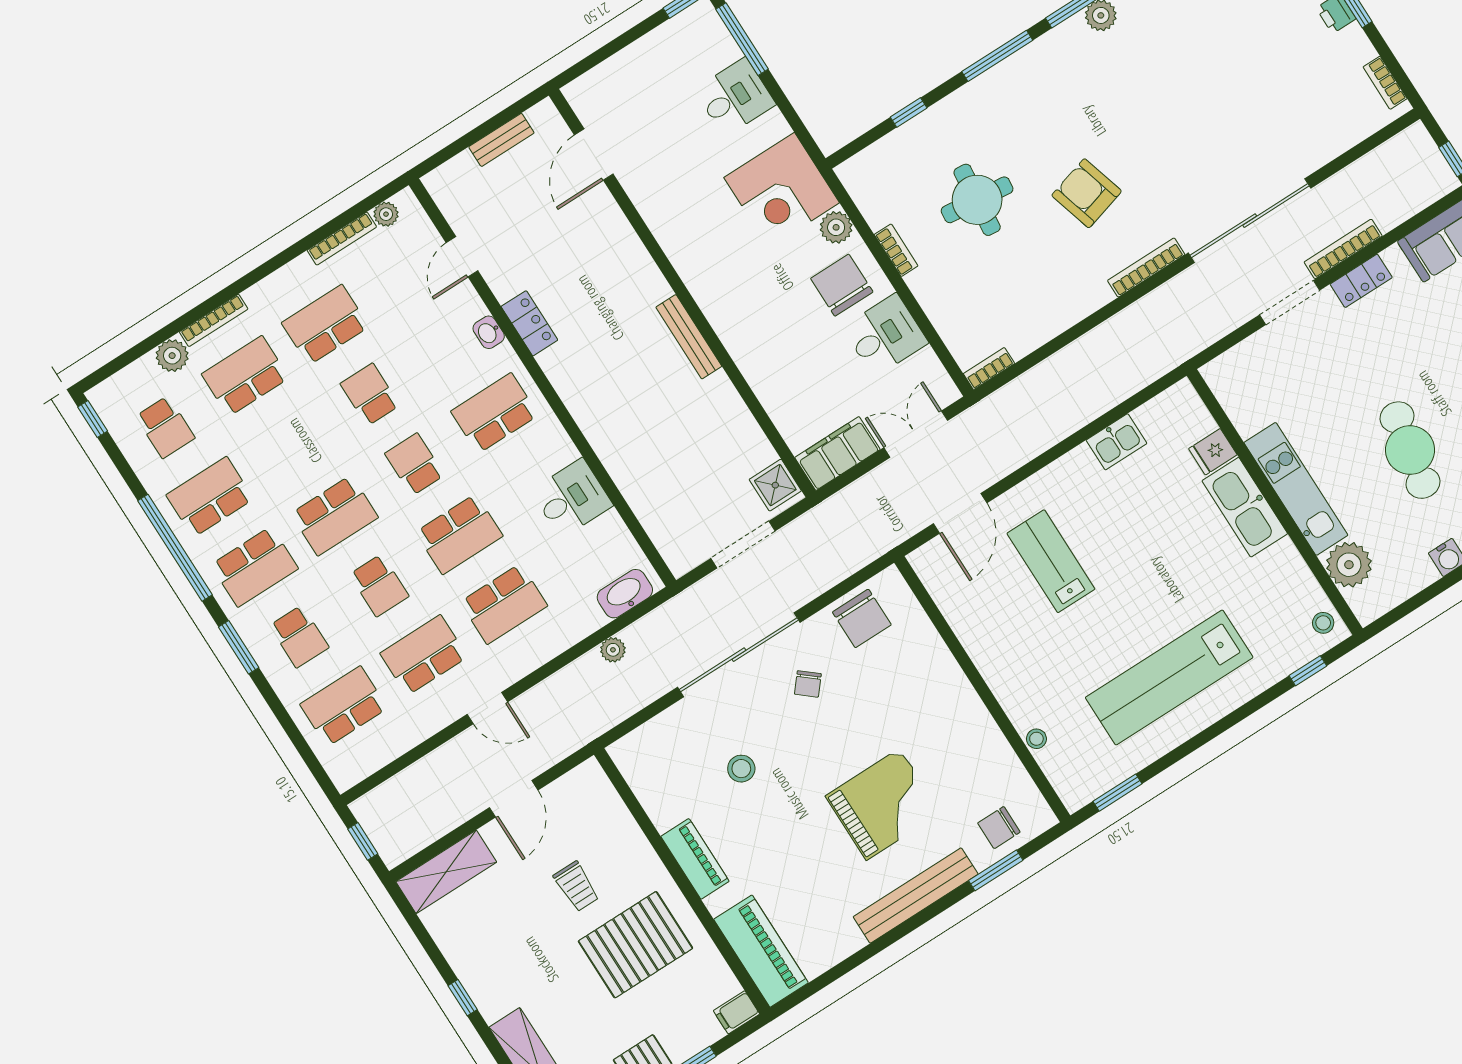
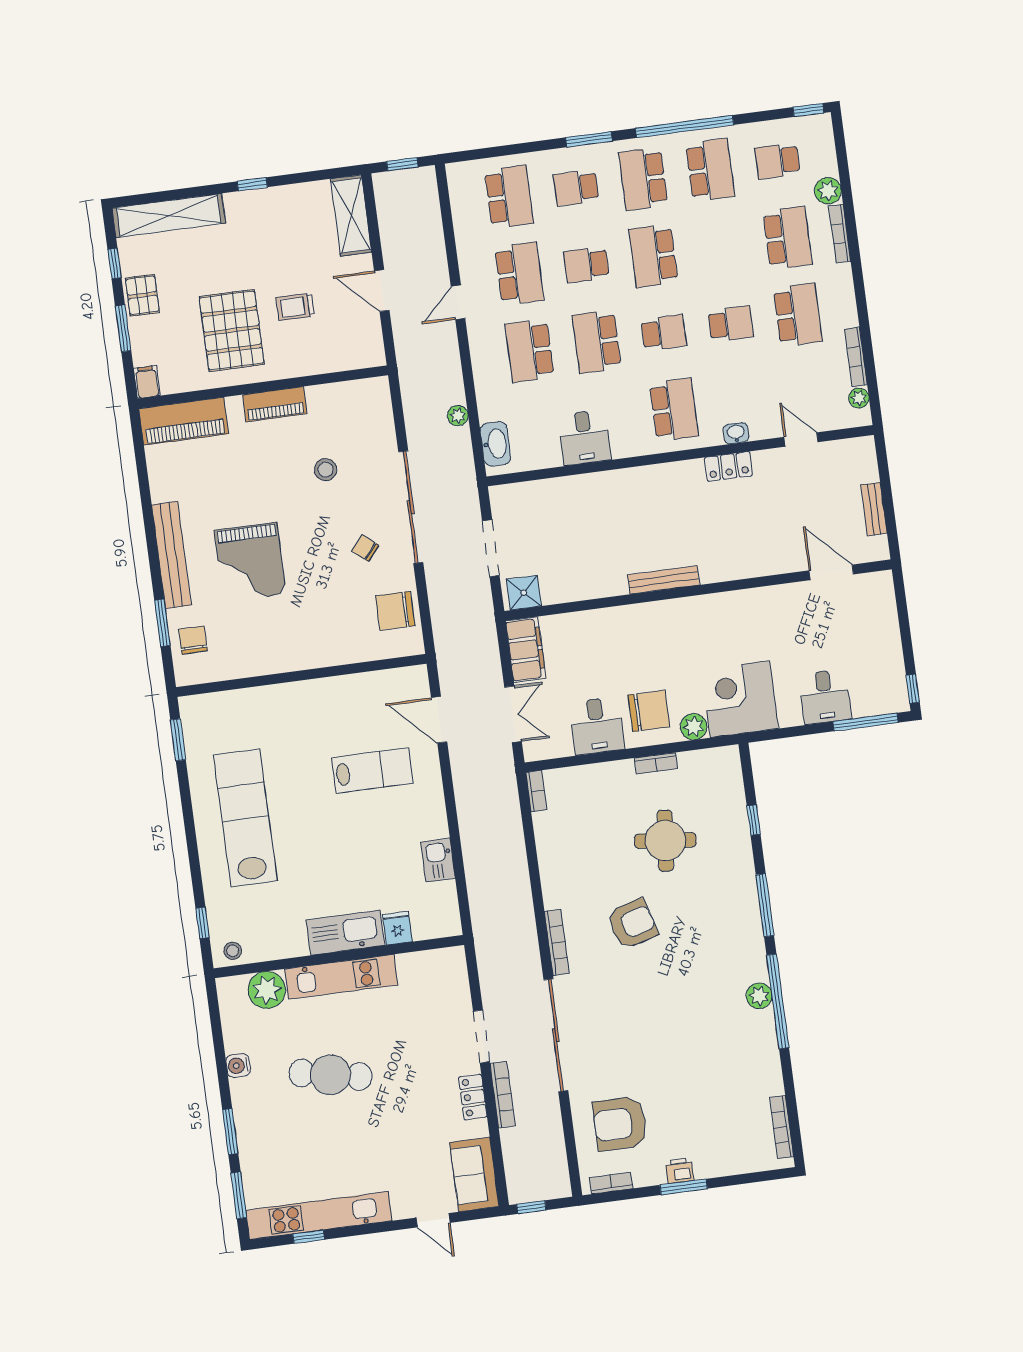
armchair: (1315, 104) -> (620, 1124), added
stool: (1036, 739) -> (246, 698), removed

